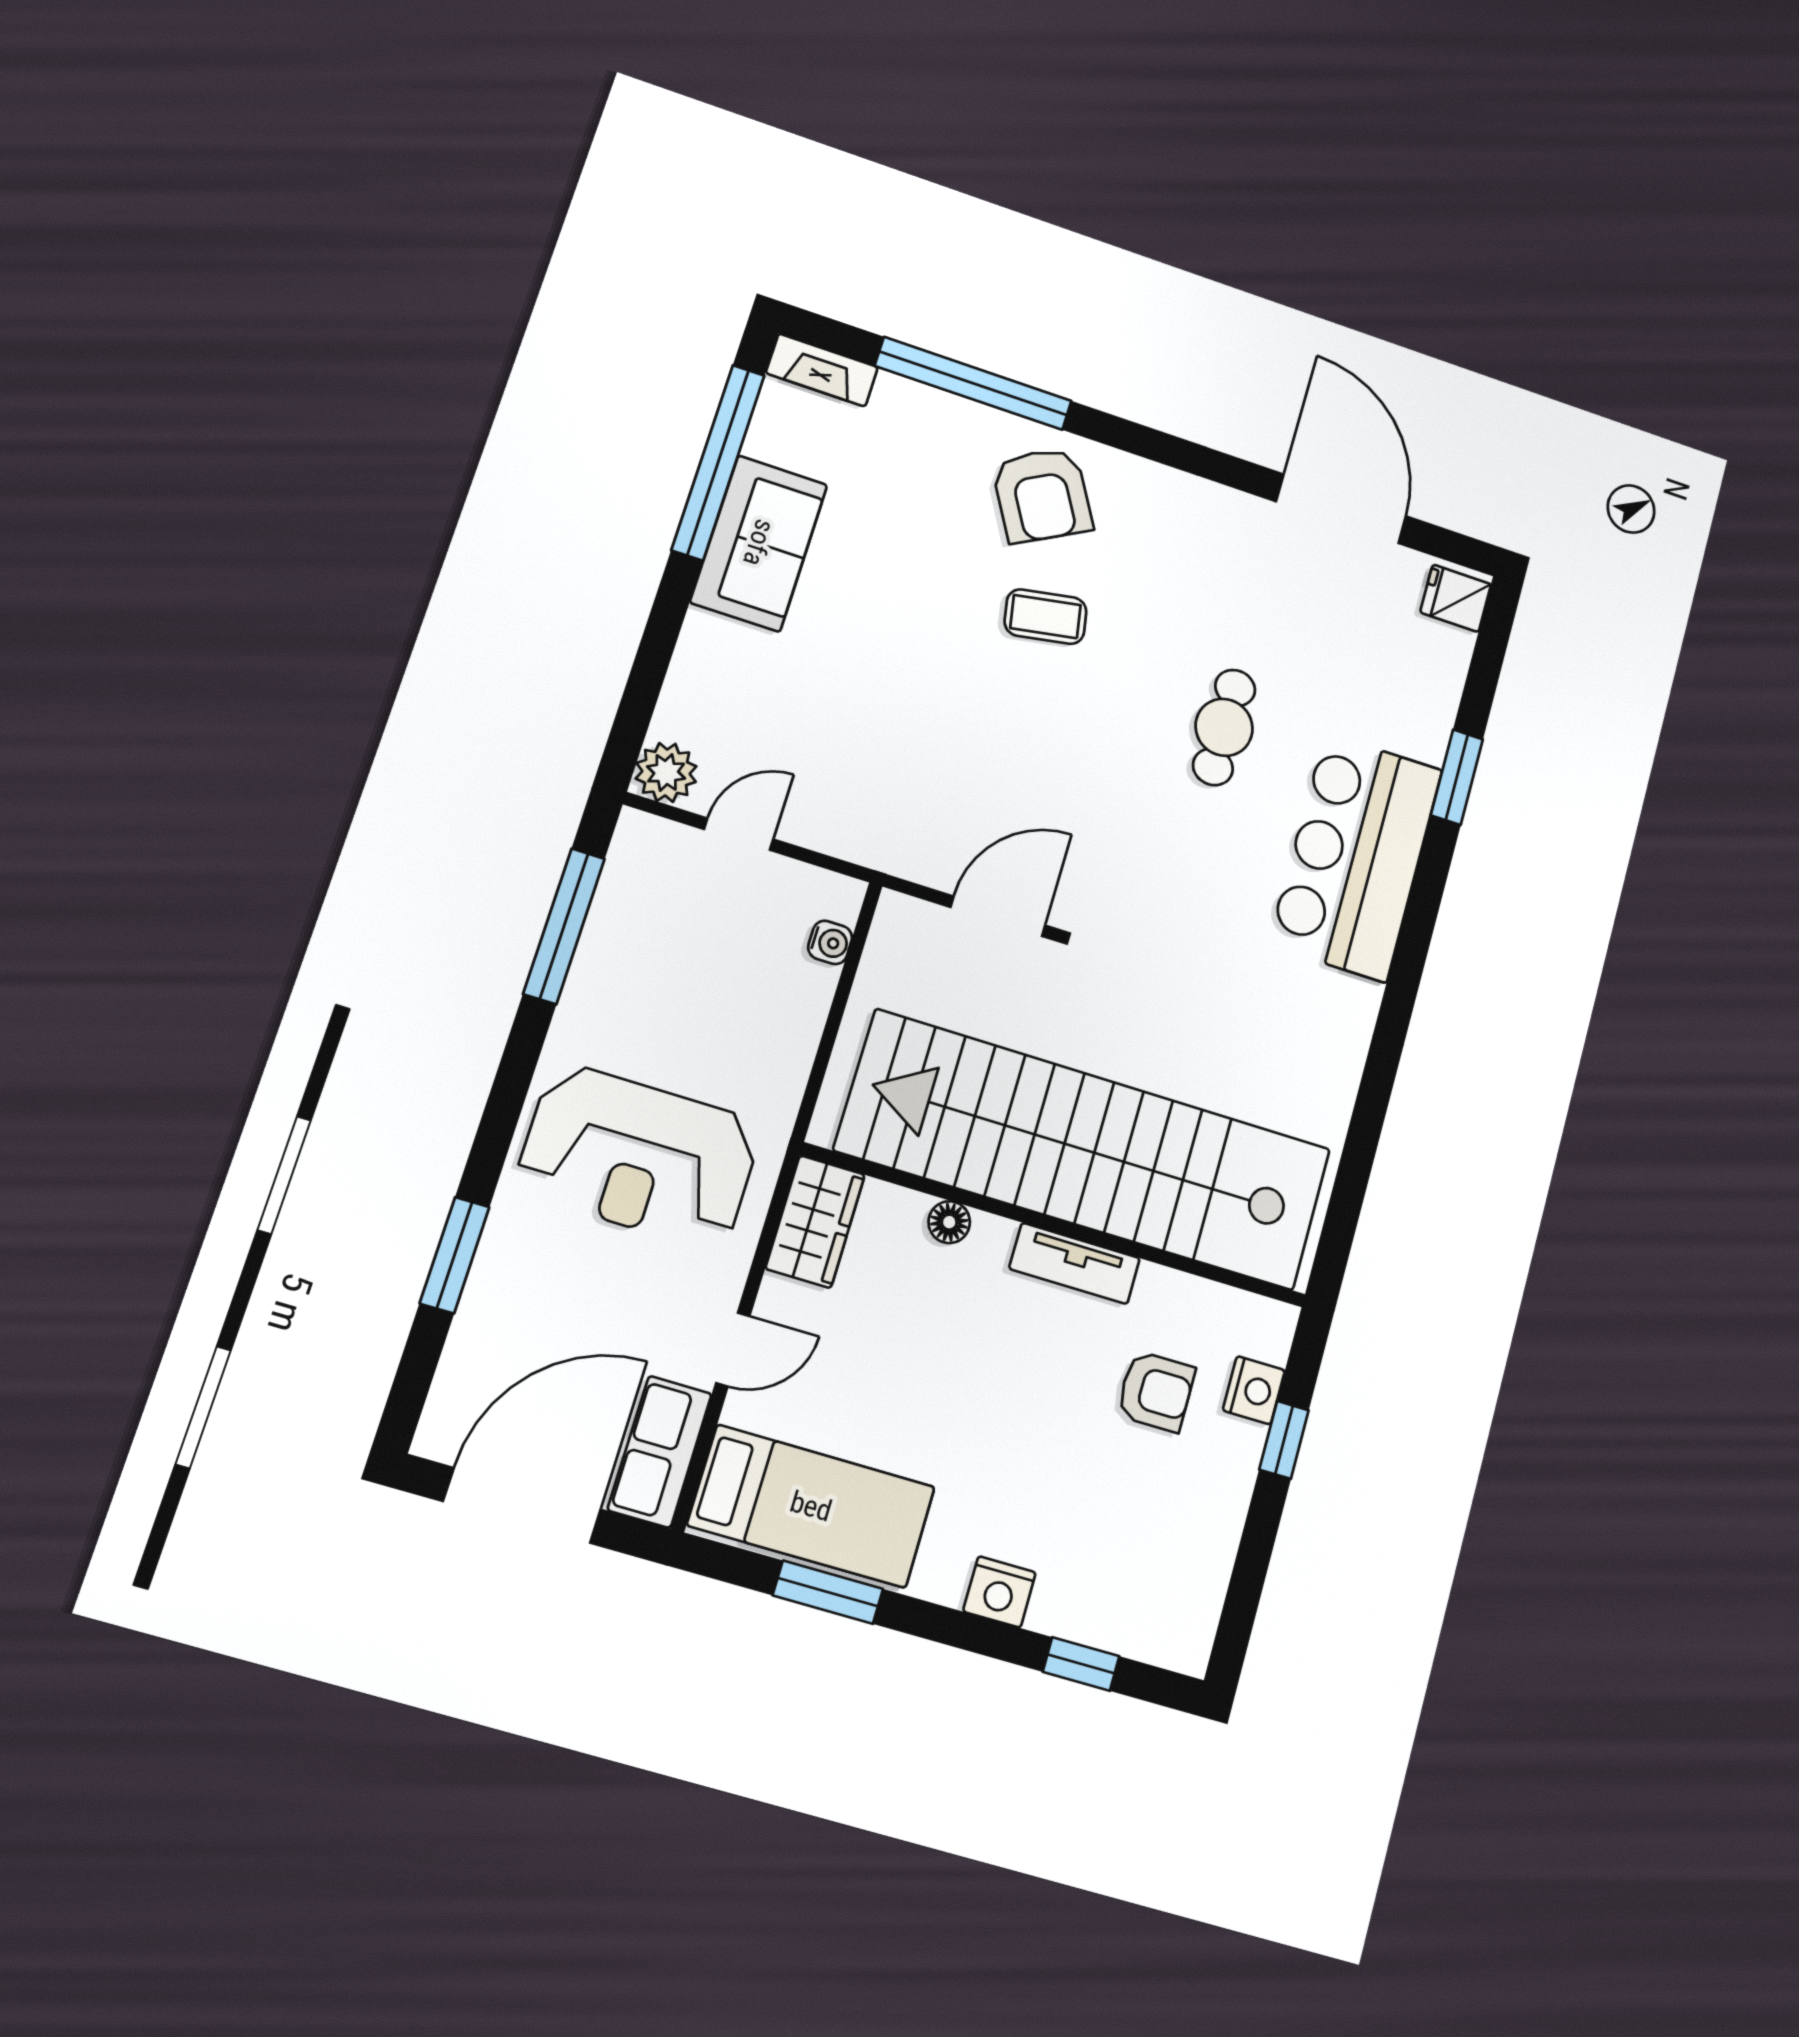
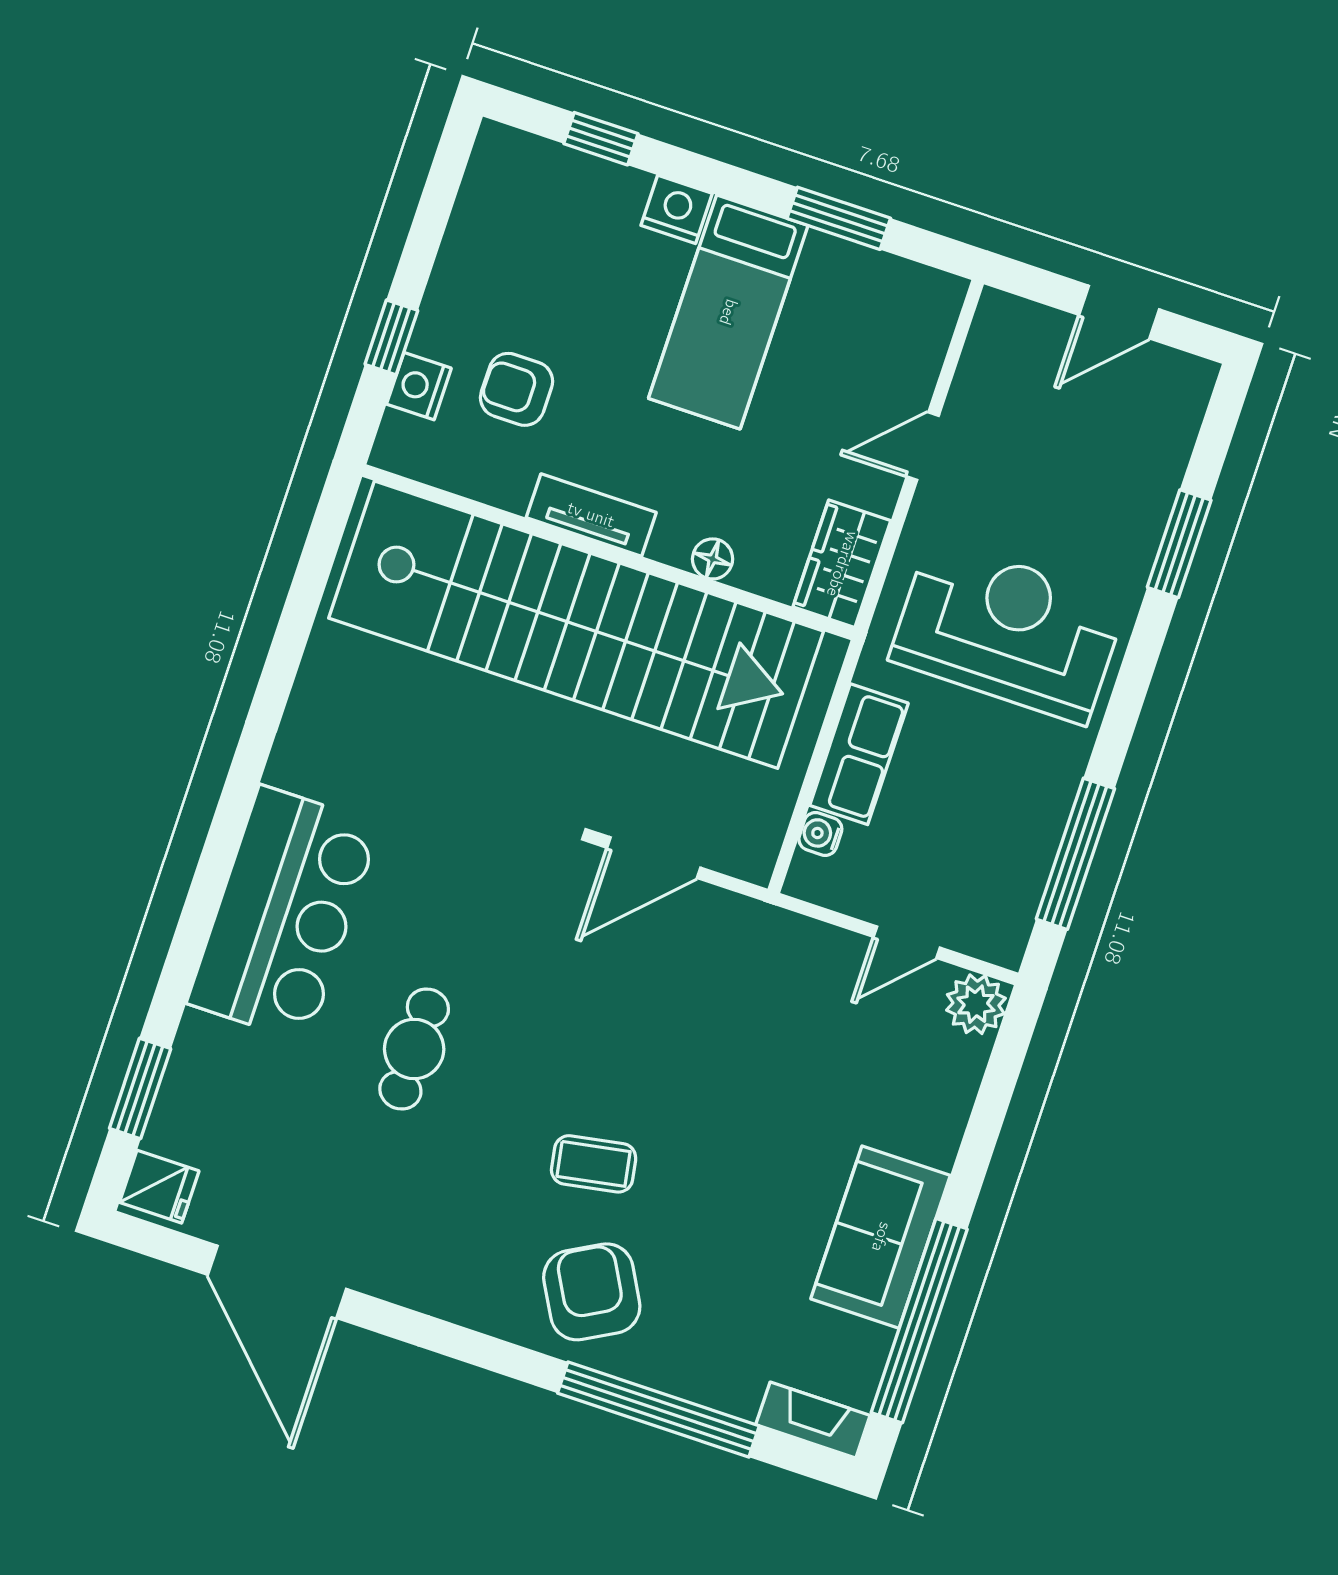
window: (1457, 777) -> (140, 1088), moved
row of seats: (660, 1452) -> (859, 754), moved
door: (522, 1505) -> (1119, 312), width x0.53
bed: (811, 1506) -> (728, 312), moved, turned -90

